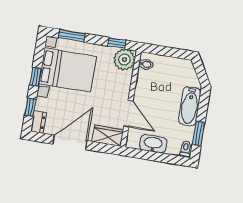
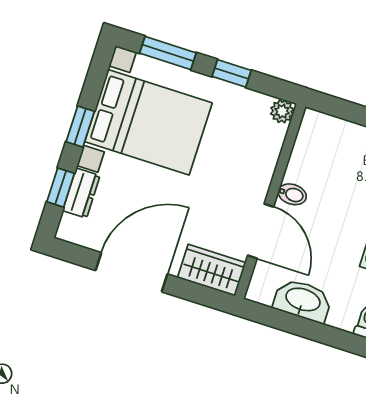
window: (117, 43) -> (232, 73), moved
plant: (124, 60) -> (282, 111), width x0.53, depth x0.53
bidet: (146, 64) -> (292, 194), moved
dresser: (38, 122) -> (81, 193), moved

